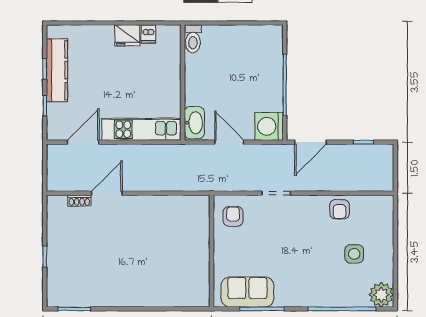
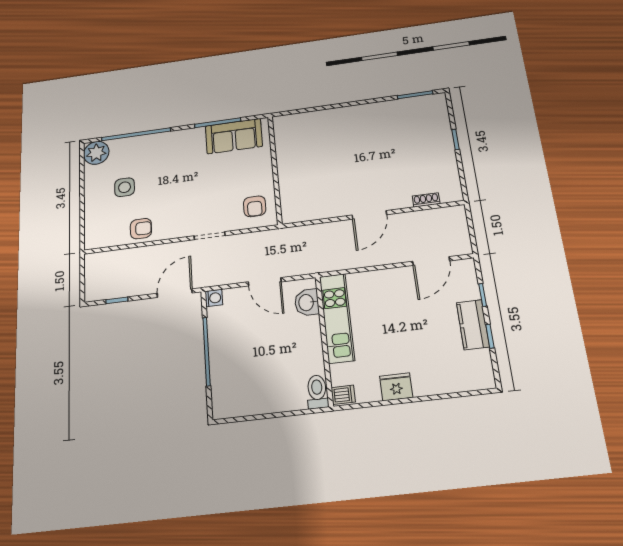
dishwasher: (148, 34) -> (343, 395), moved, turned 90
kitchen counter: (57, 70) -> (473, 325), width x0.67
washbasin: (194, 123) -> (307, 303), width x0.72
washing machine: (269, 126) -> (214, 298), width x0.53, depth x0.53
kitchen unit: (141, 129) -> (337, 318), moved, turned -90
door: (107, 193) -> (369, 215), moved
armchair: (340, 209) -> (141, 229), turned 90

